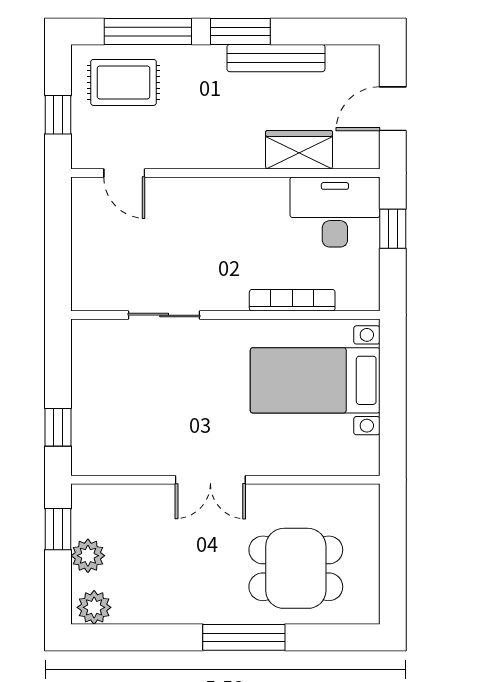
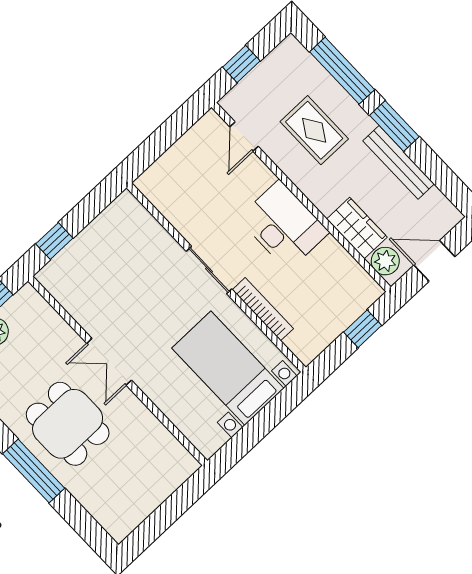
rug: (123, 82) -> (314, 130), moved
plant: (352, 152) -> (385, 261), added
desk: (335, 212) -> (284, 225), moved
sliding door: (164, 315) -> (209, 270), moved
dining table: (296, 568) -> (68, 424), moved

